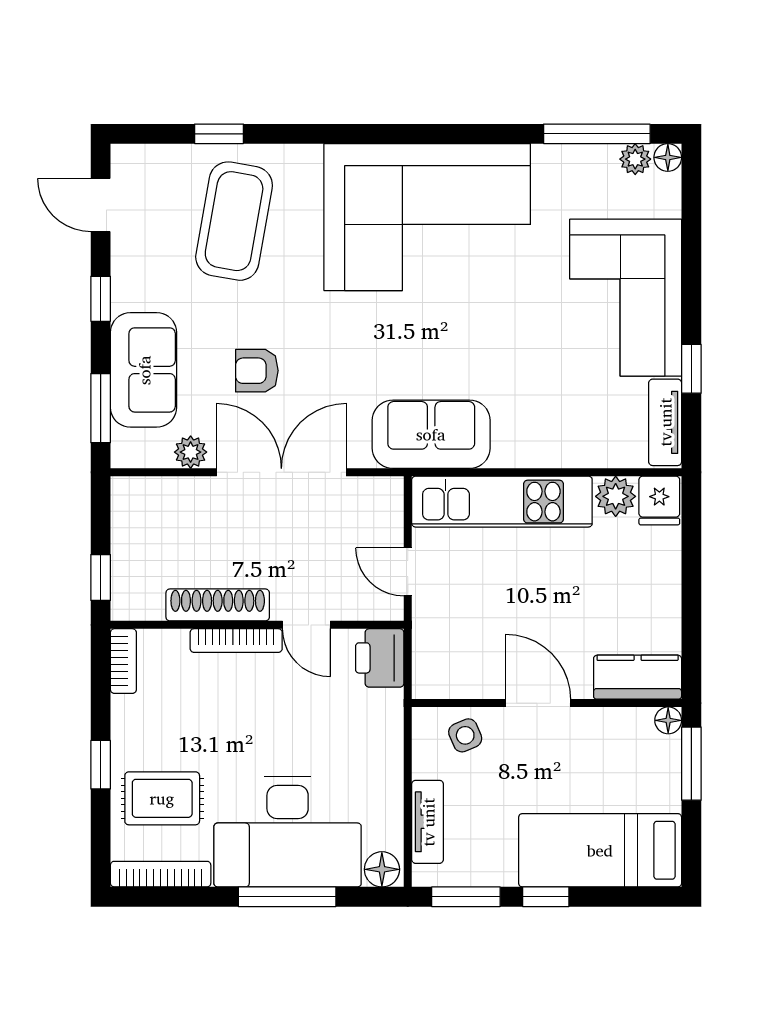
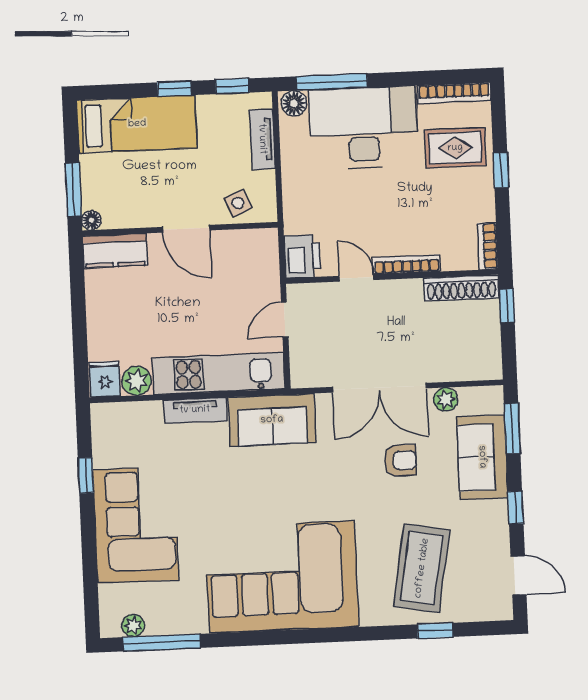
floor lamp: (668, 157) -> (110, 628), removed
tv unit: (665, 422) -> (195, 410), moved, turned 90
door: (408, 572) -> (285, 320), swing flipped
shoe rack: (218, 605) -> (461, 288), moved
window: (287, 897) -> (332, 82), moved
window: (466, 897) -> (232, 86), width x0.67

